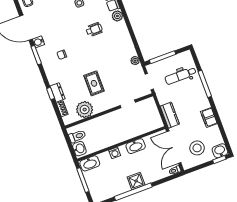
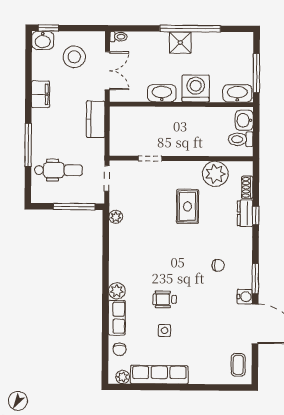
wheelchair: (94, 30) -> (165, 299), moved
double door: (174, 147) -> (107, 71), width x0.73
washing machine: (115, 153) -> (196, 88), width x1.89, depth x1.89

